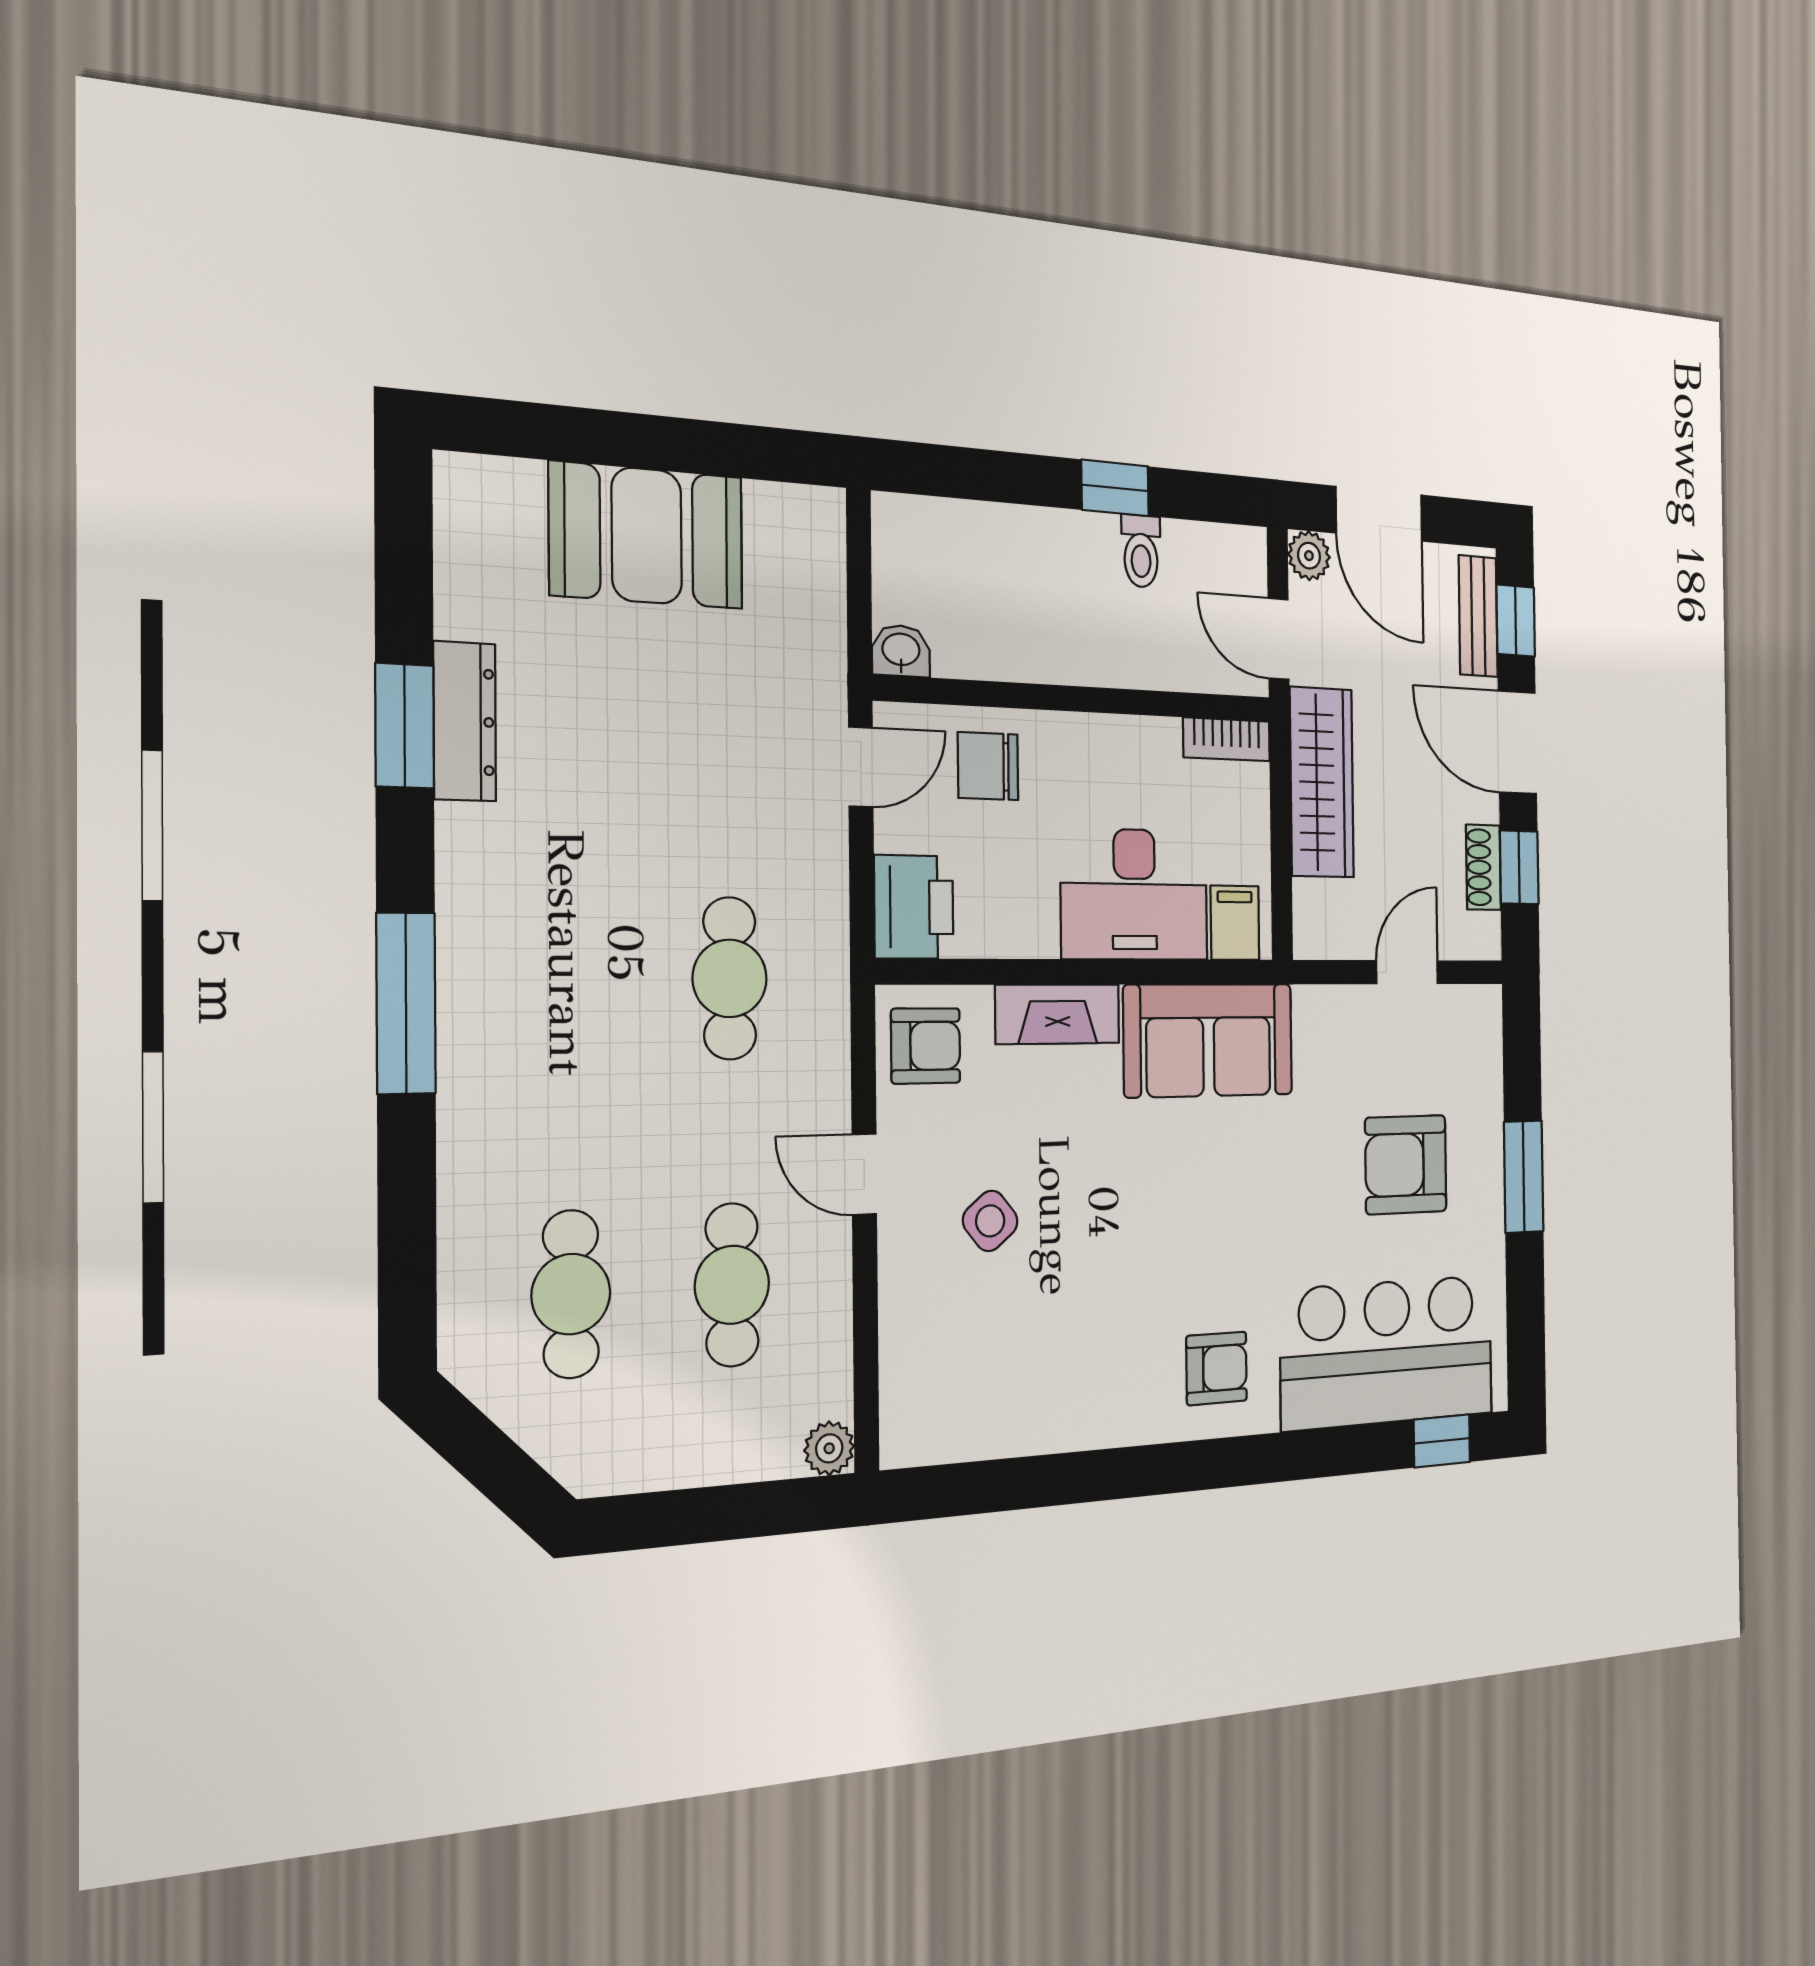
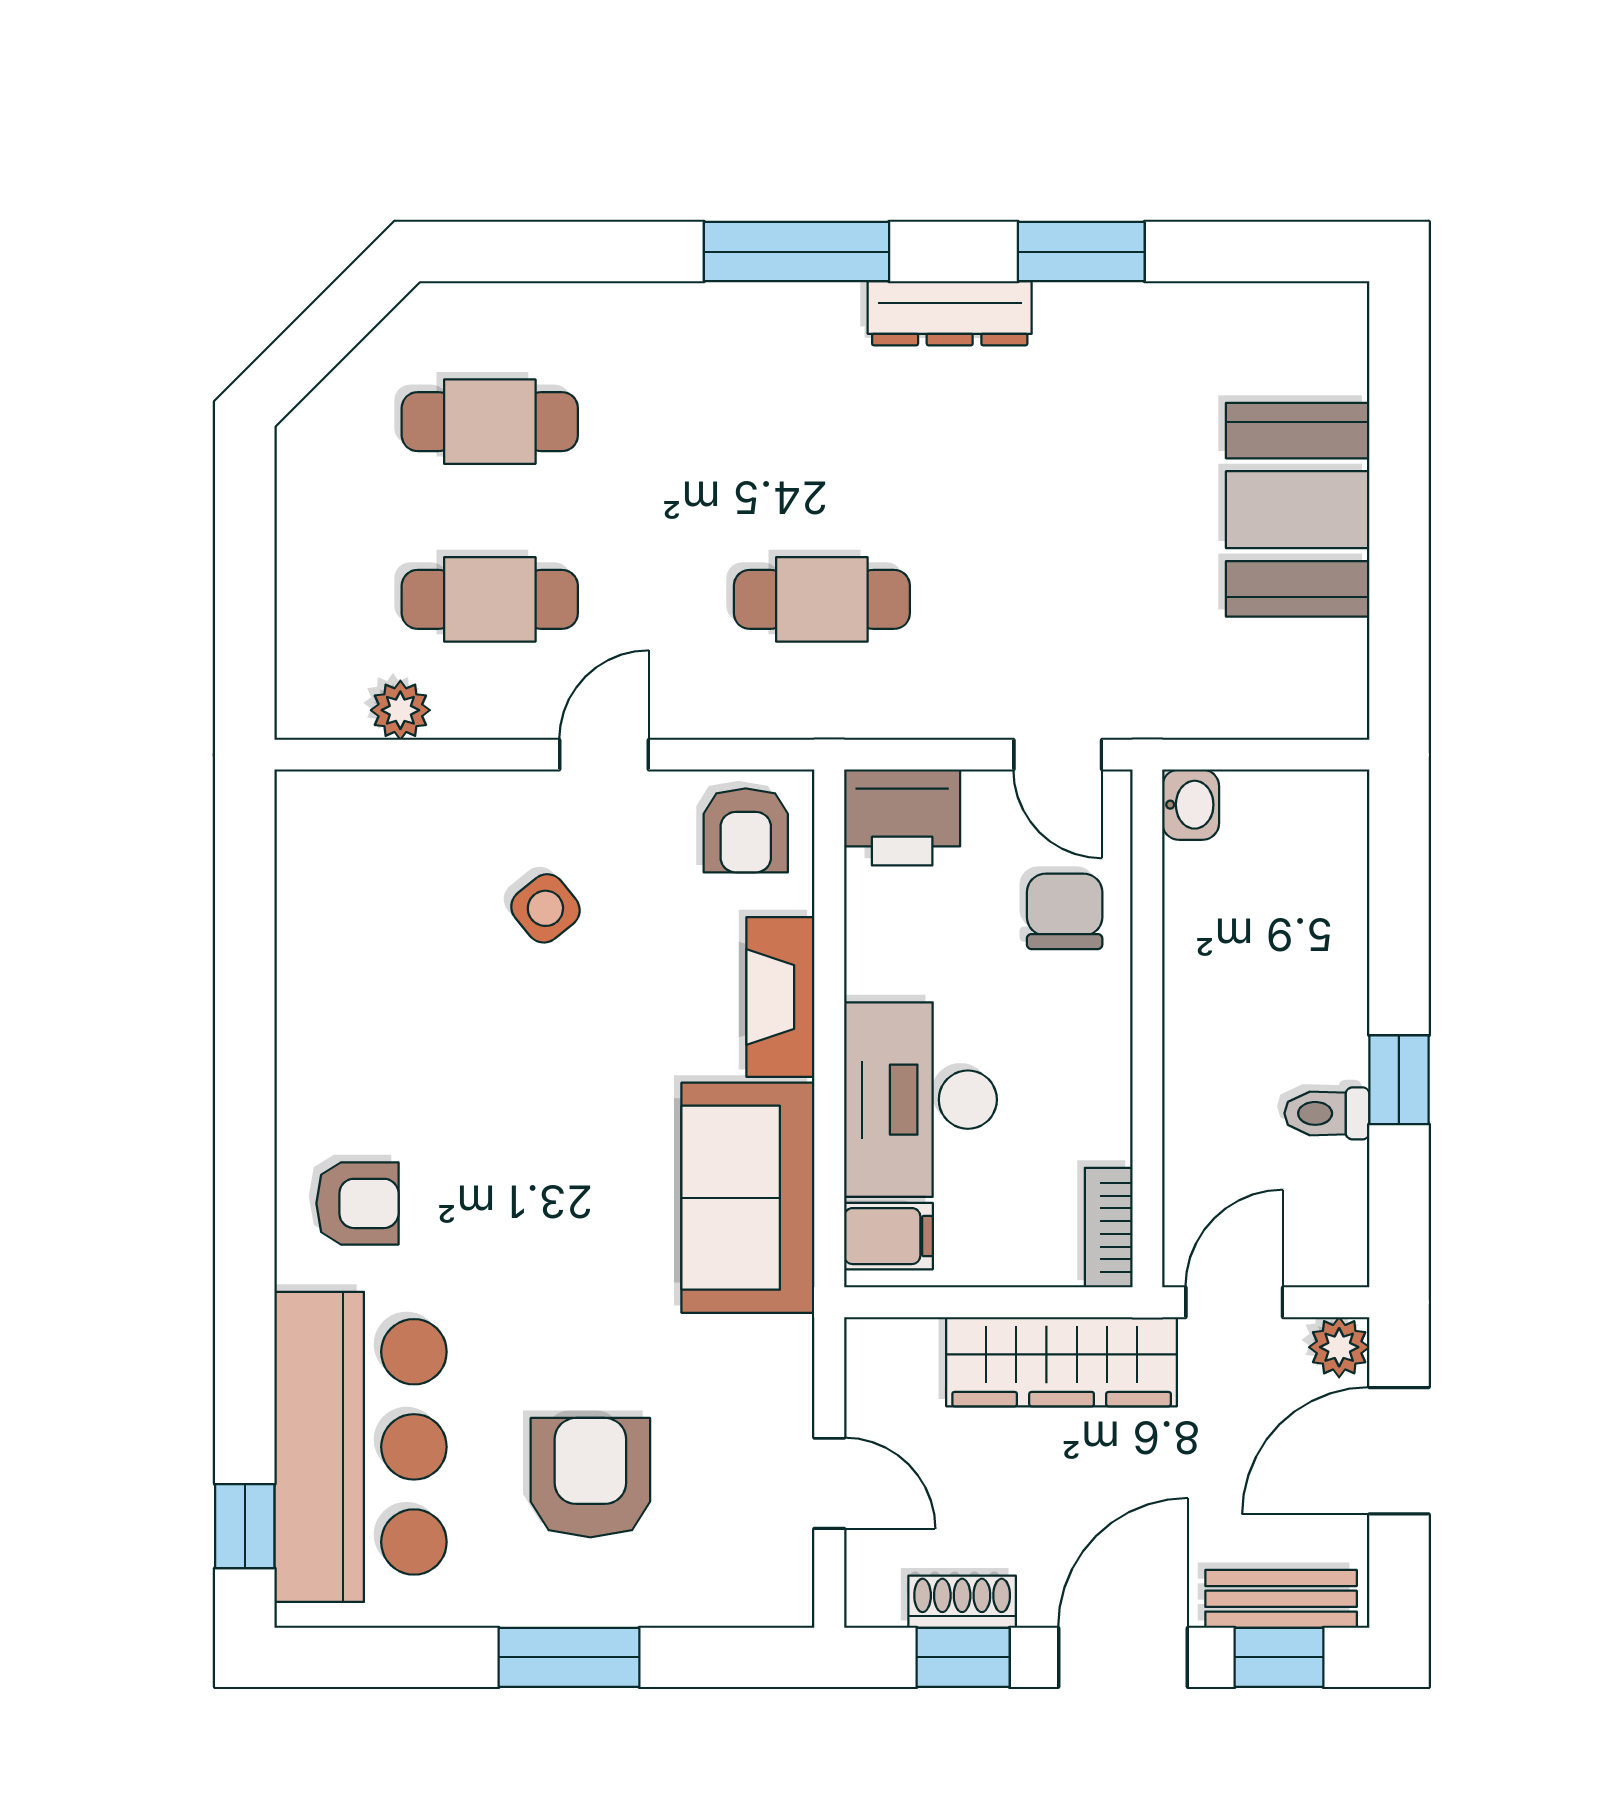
dresser: (465, 721) -> (950, 313), moved
armchair: (1217, 1368) -> (357, 1203), turned -90
plant: (829, 1448) -> (400, 710), moved

